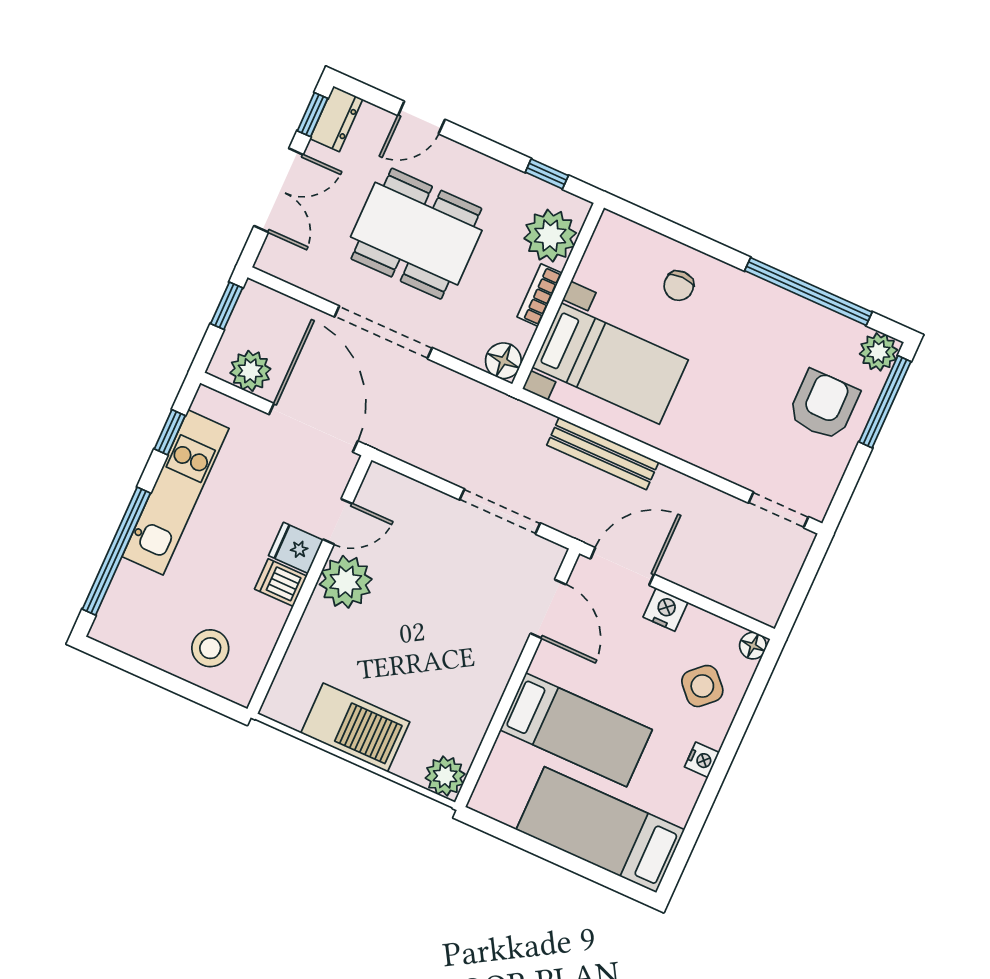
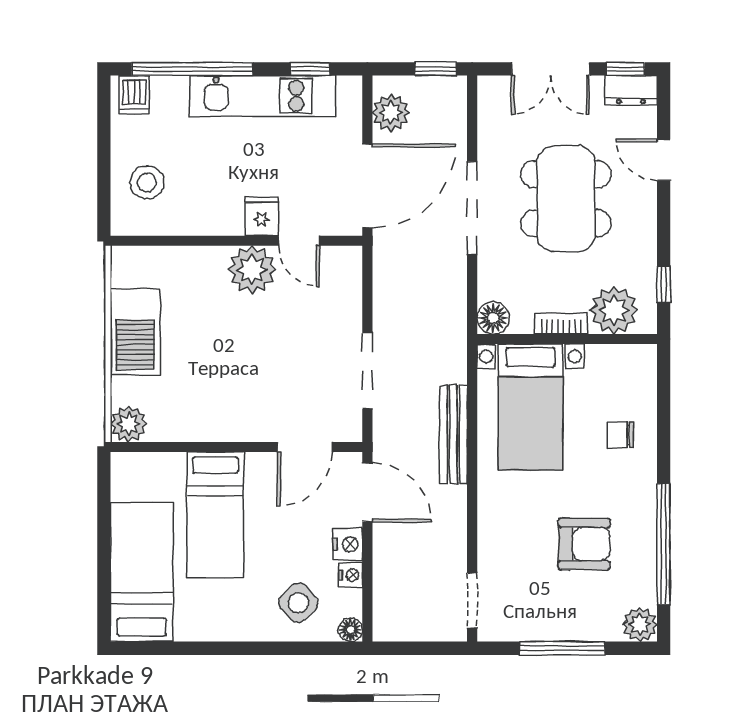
window: (885, 402) -> (562, 648), moved
armchair: (824, 405) -> (584, 544), moved
dishwasher: (281, 583) -> (134, 95), moved, turned 180
nightstand: (702, 760) -> (351, 575), moved, turned -90

